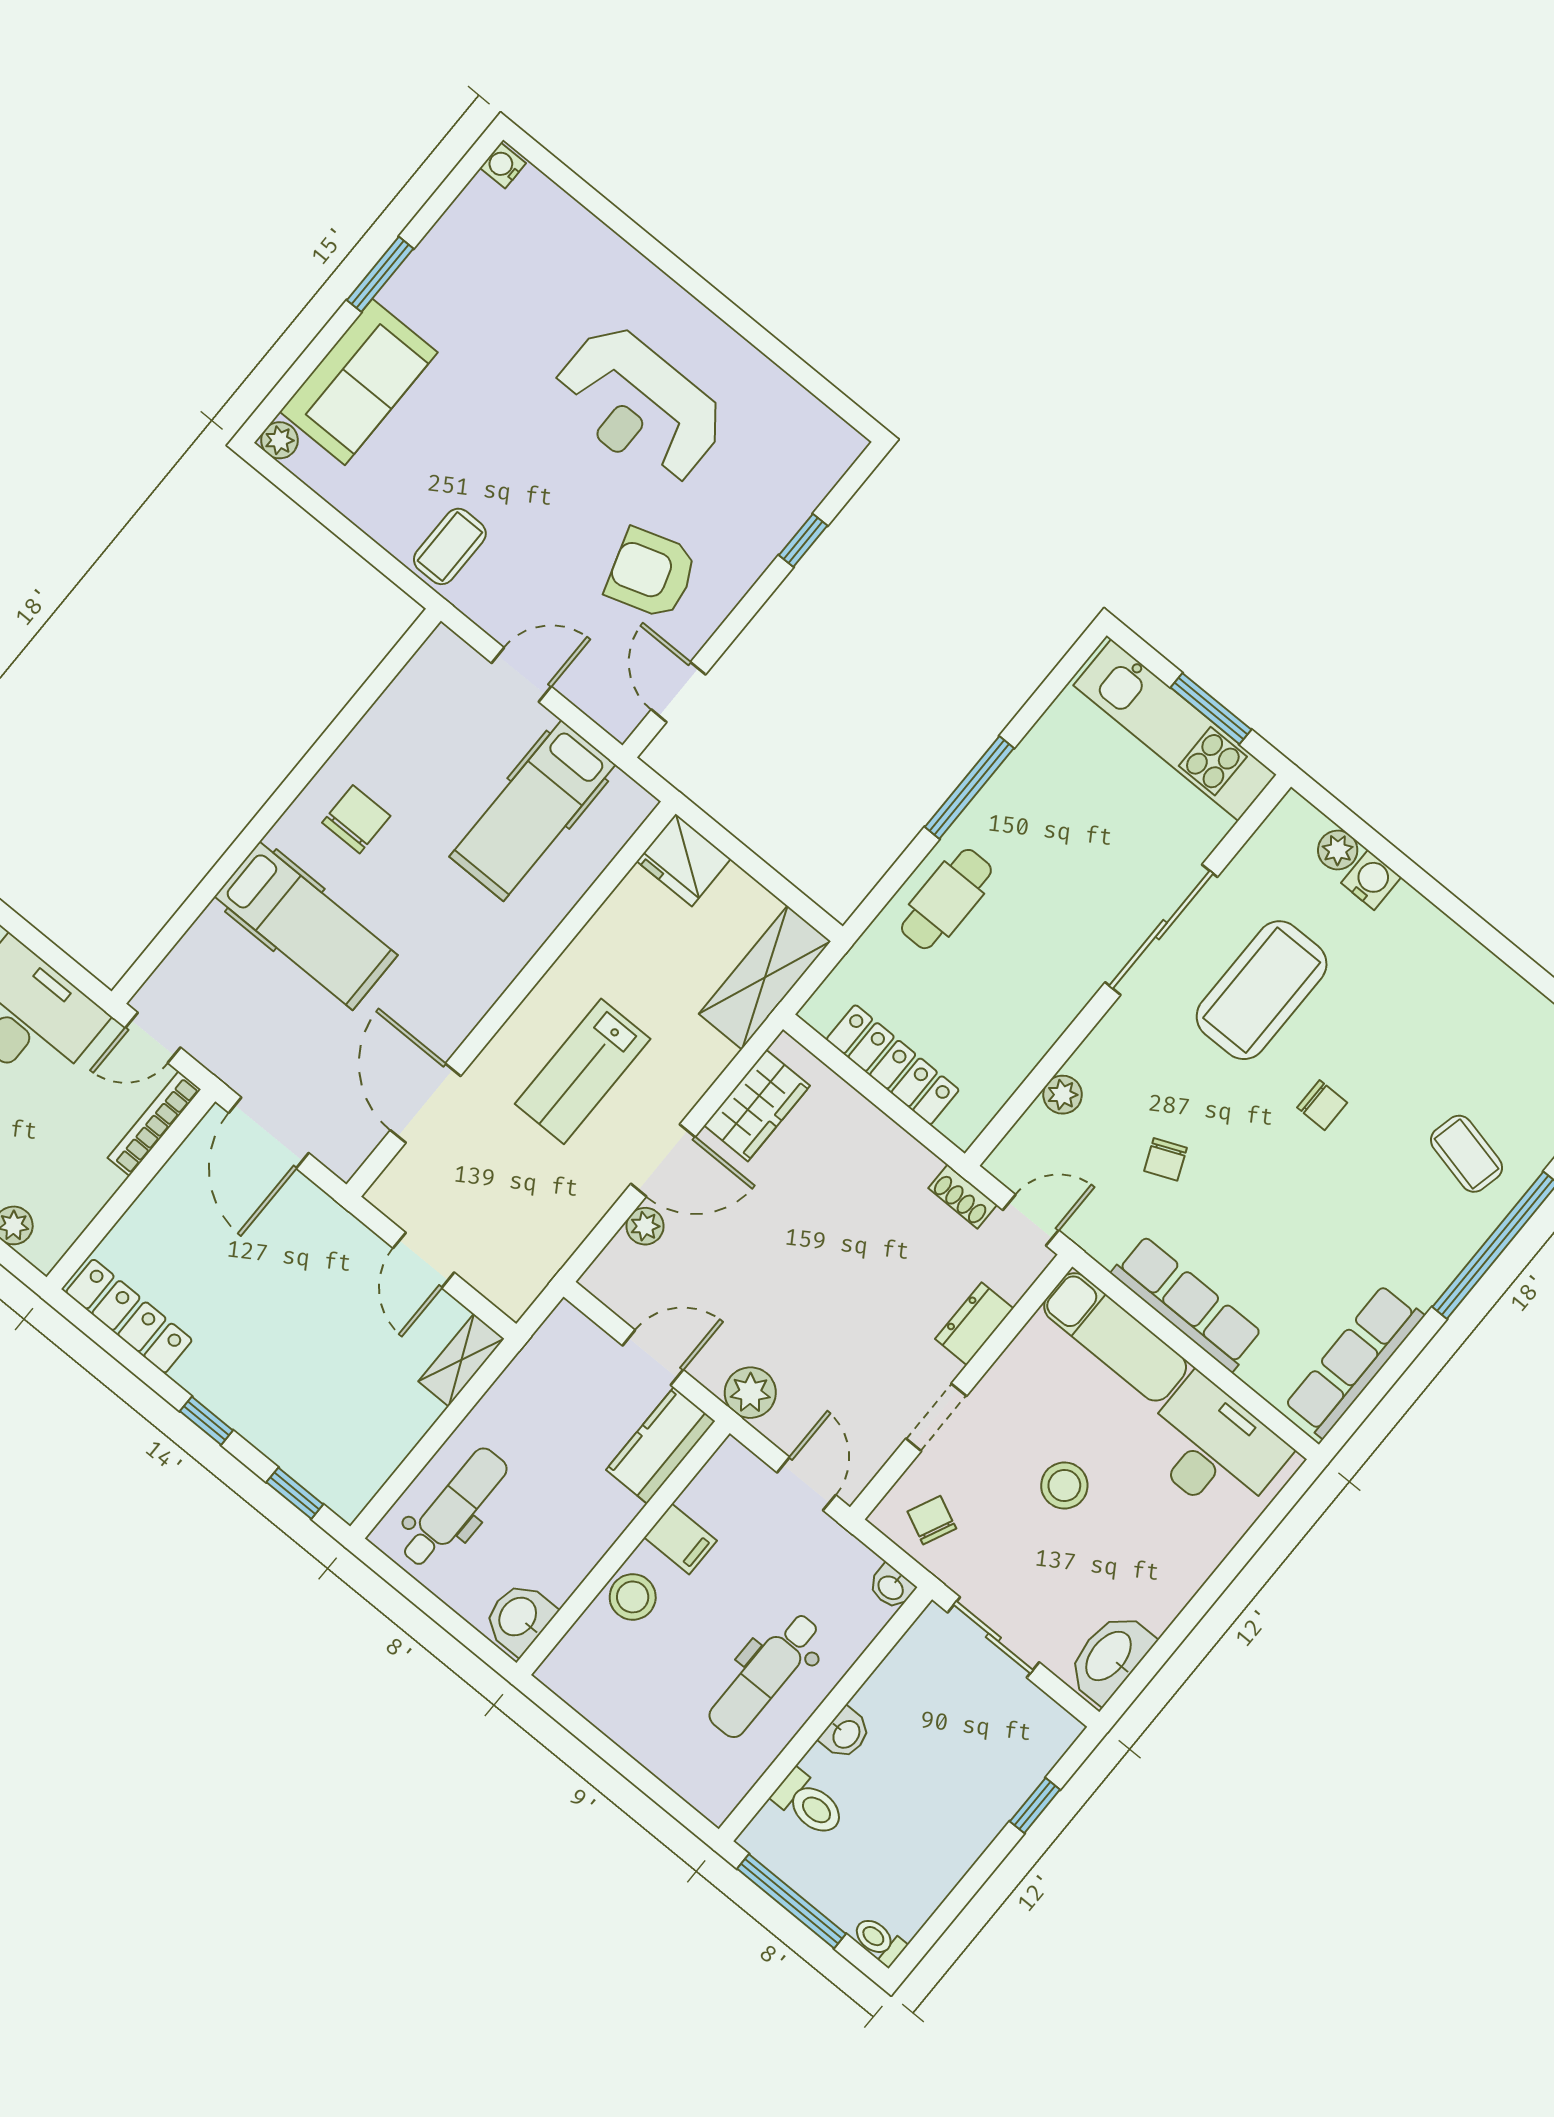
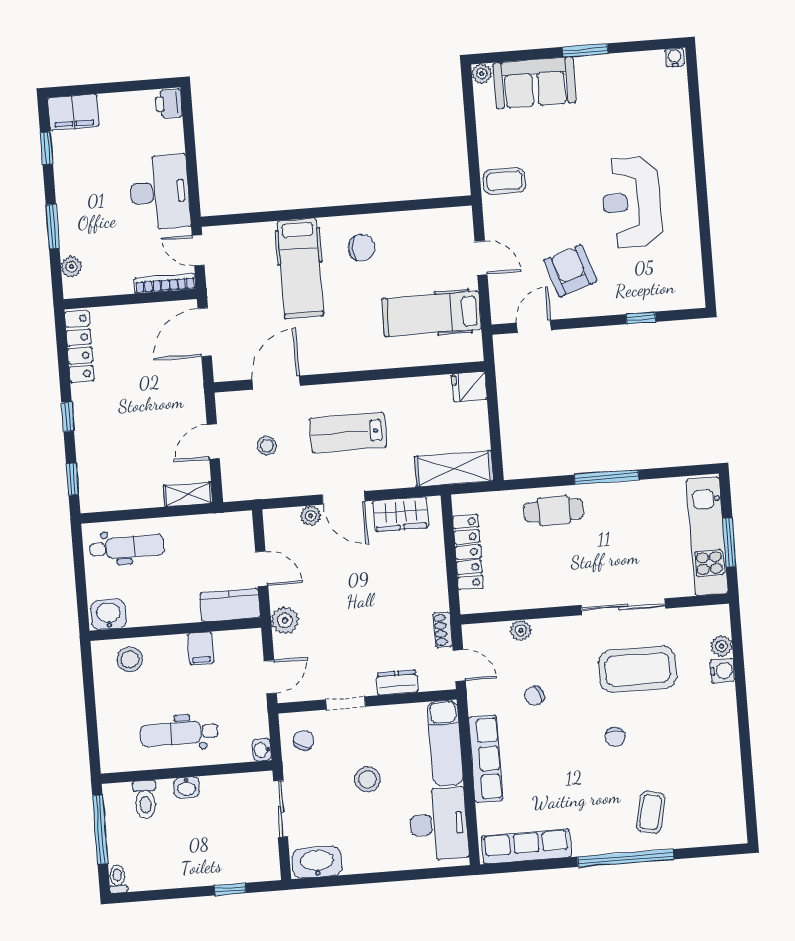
fridge: (684, 860) -> (469, 387), width x0.72
stool: (497, 1195) -> (267, 446), added
stool: (633, 1597) -> (130, 659), moved

